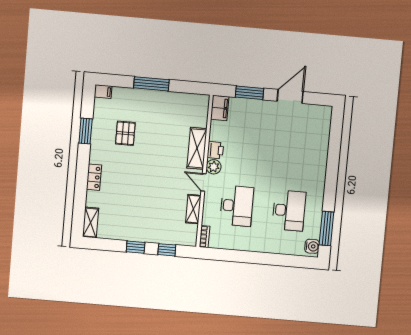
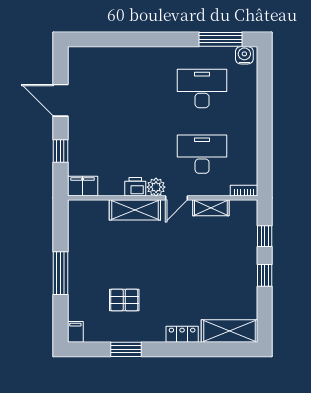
window: (250, 93) -> (60, 151), width x0.67
shelving: (91, 223) -> (229, 331), width x1.50, depth x1.33

